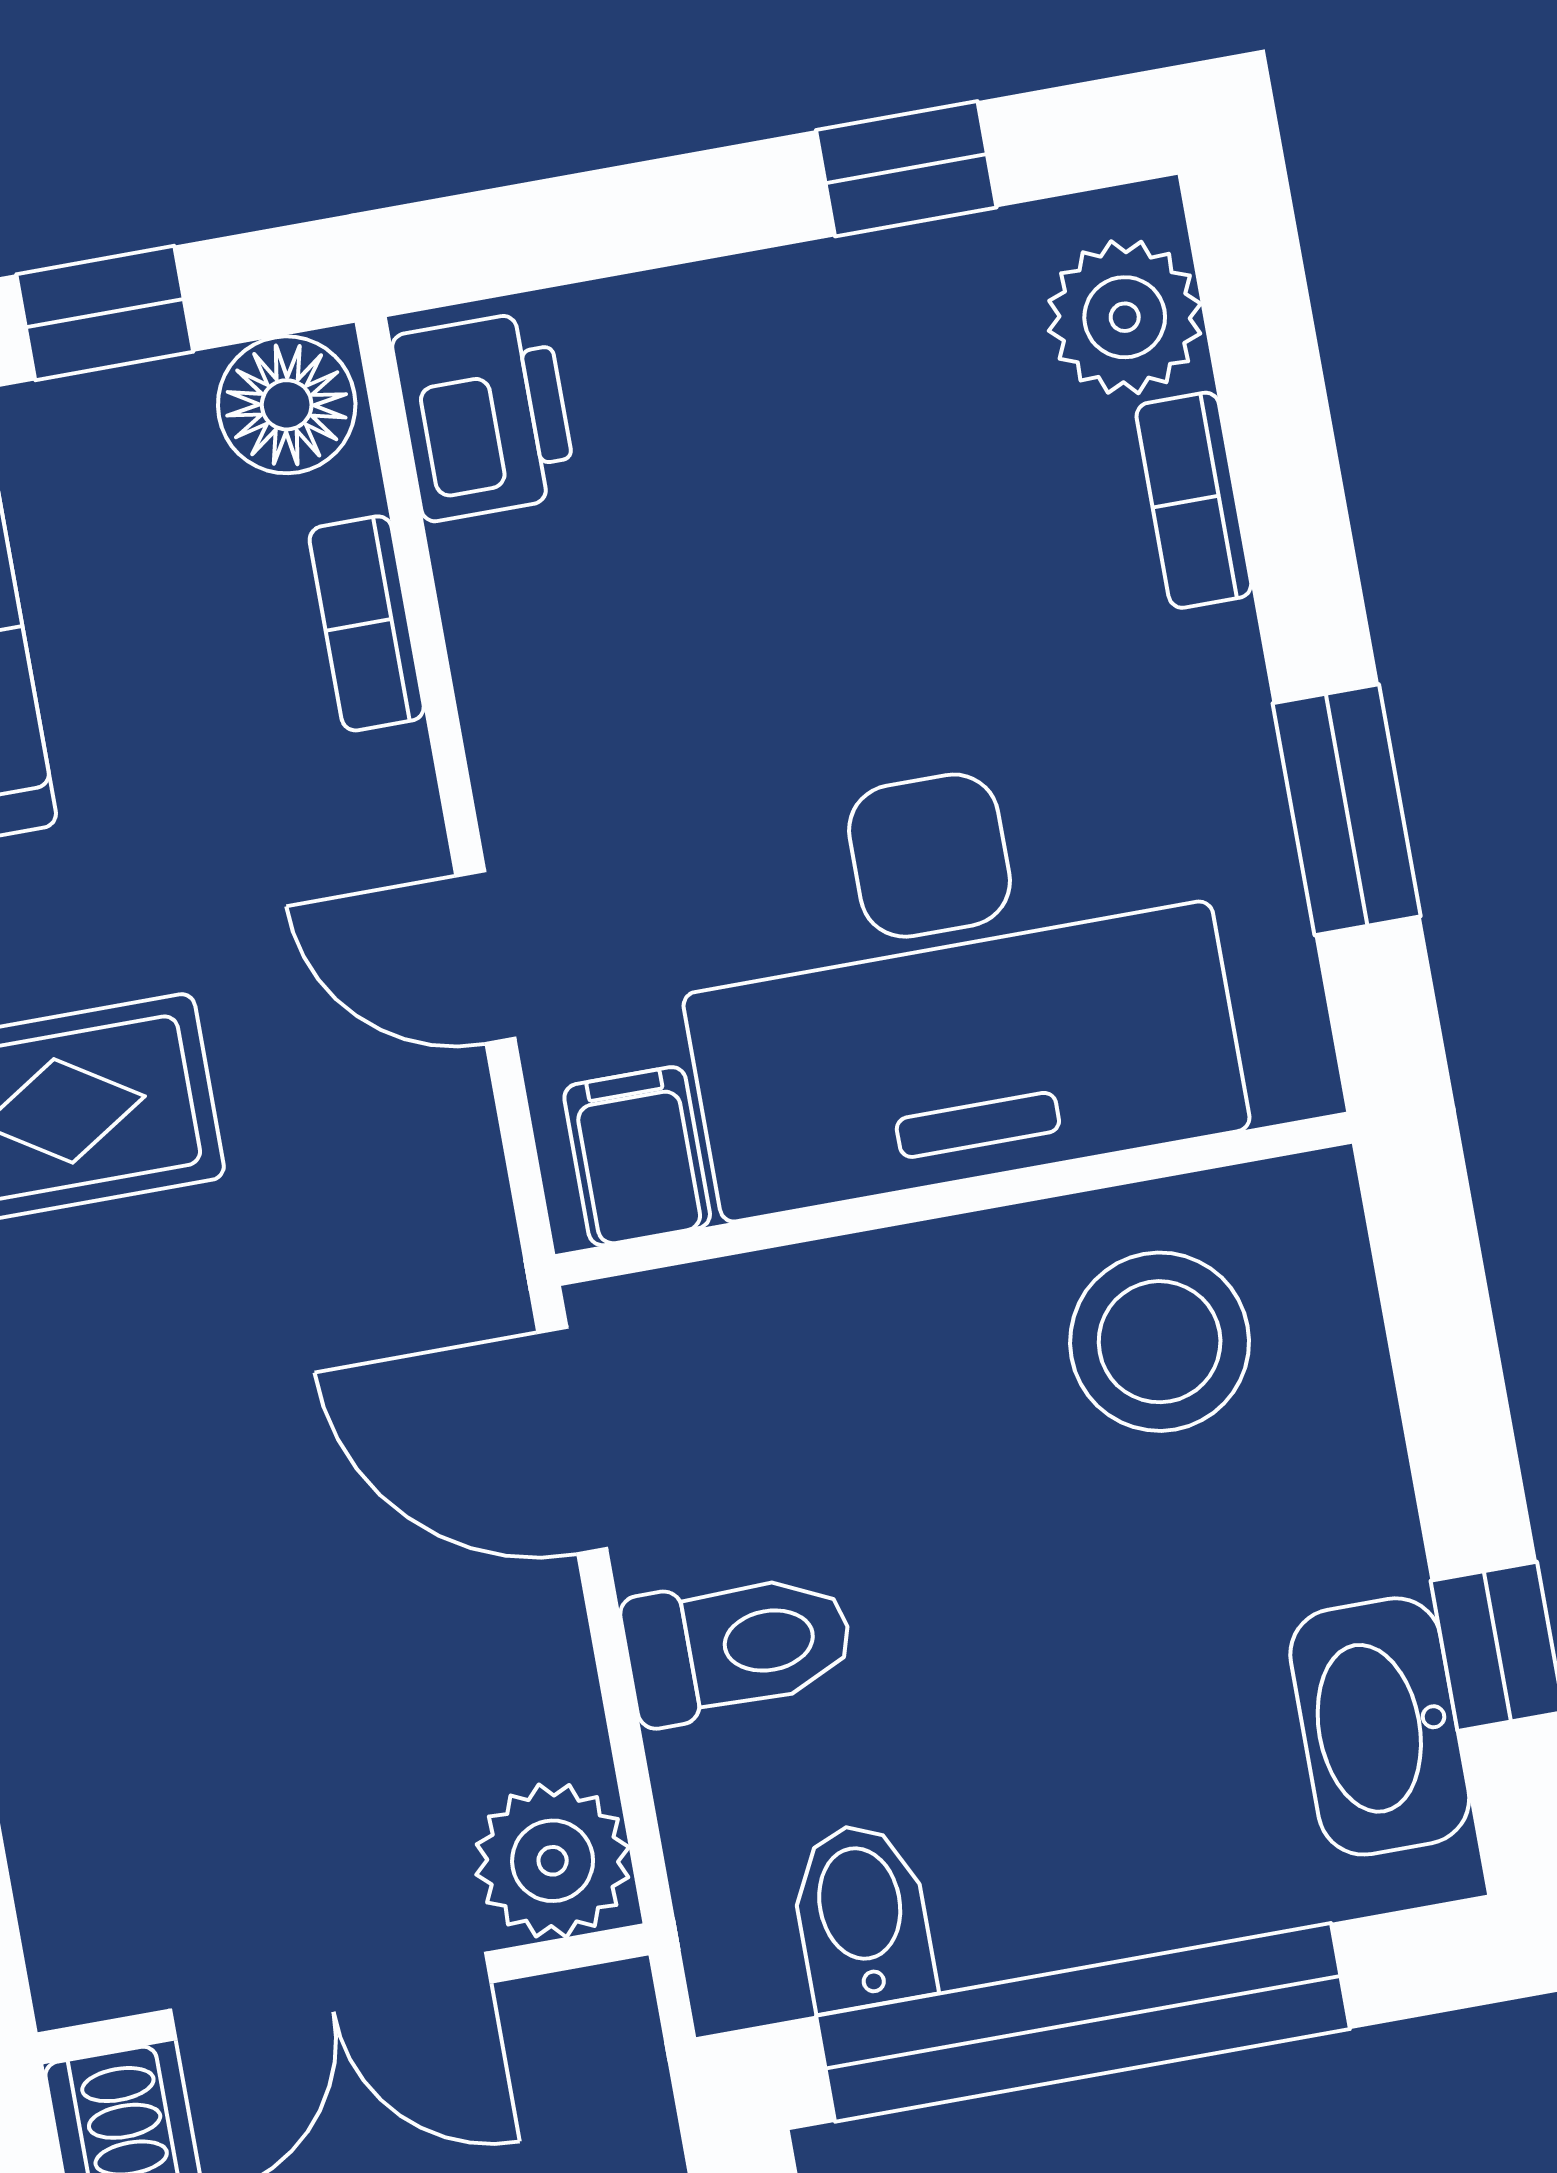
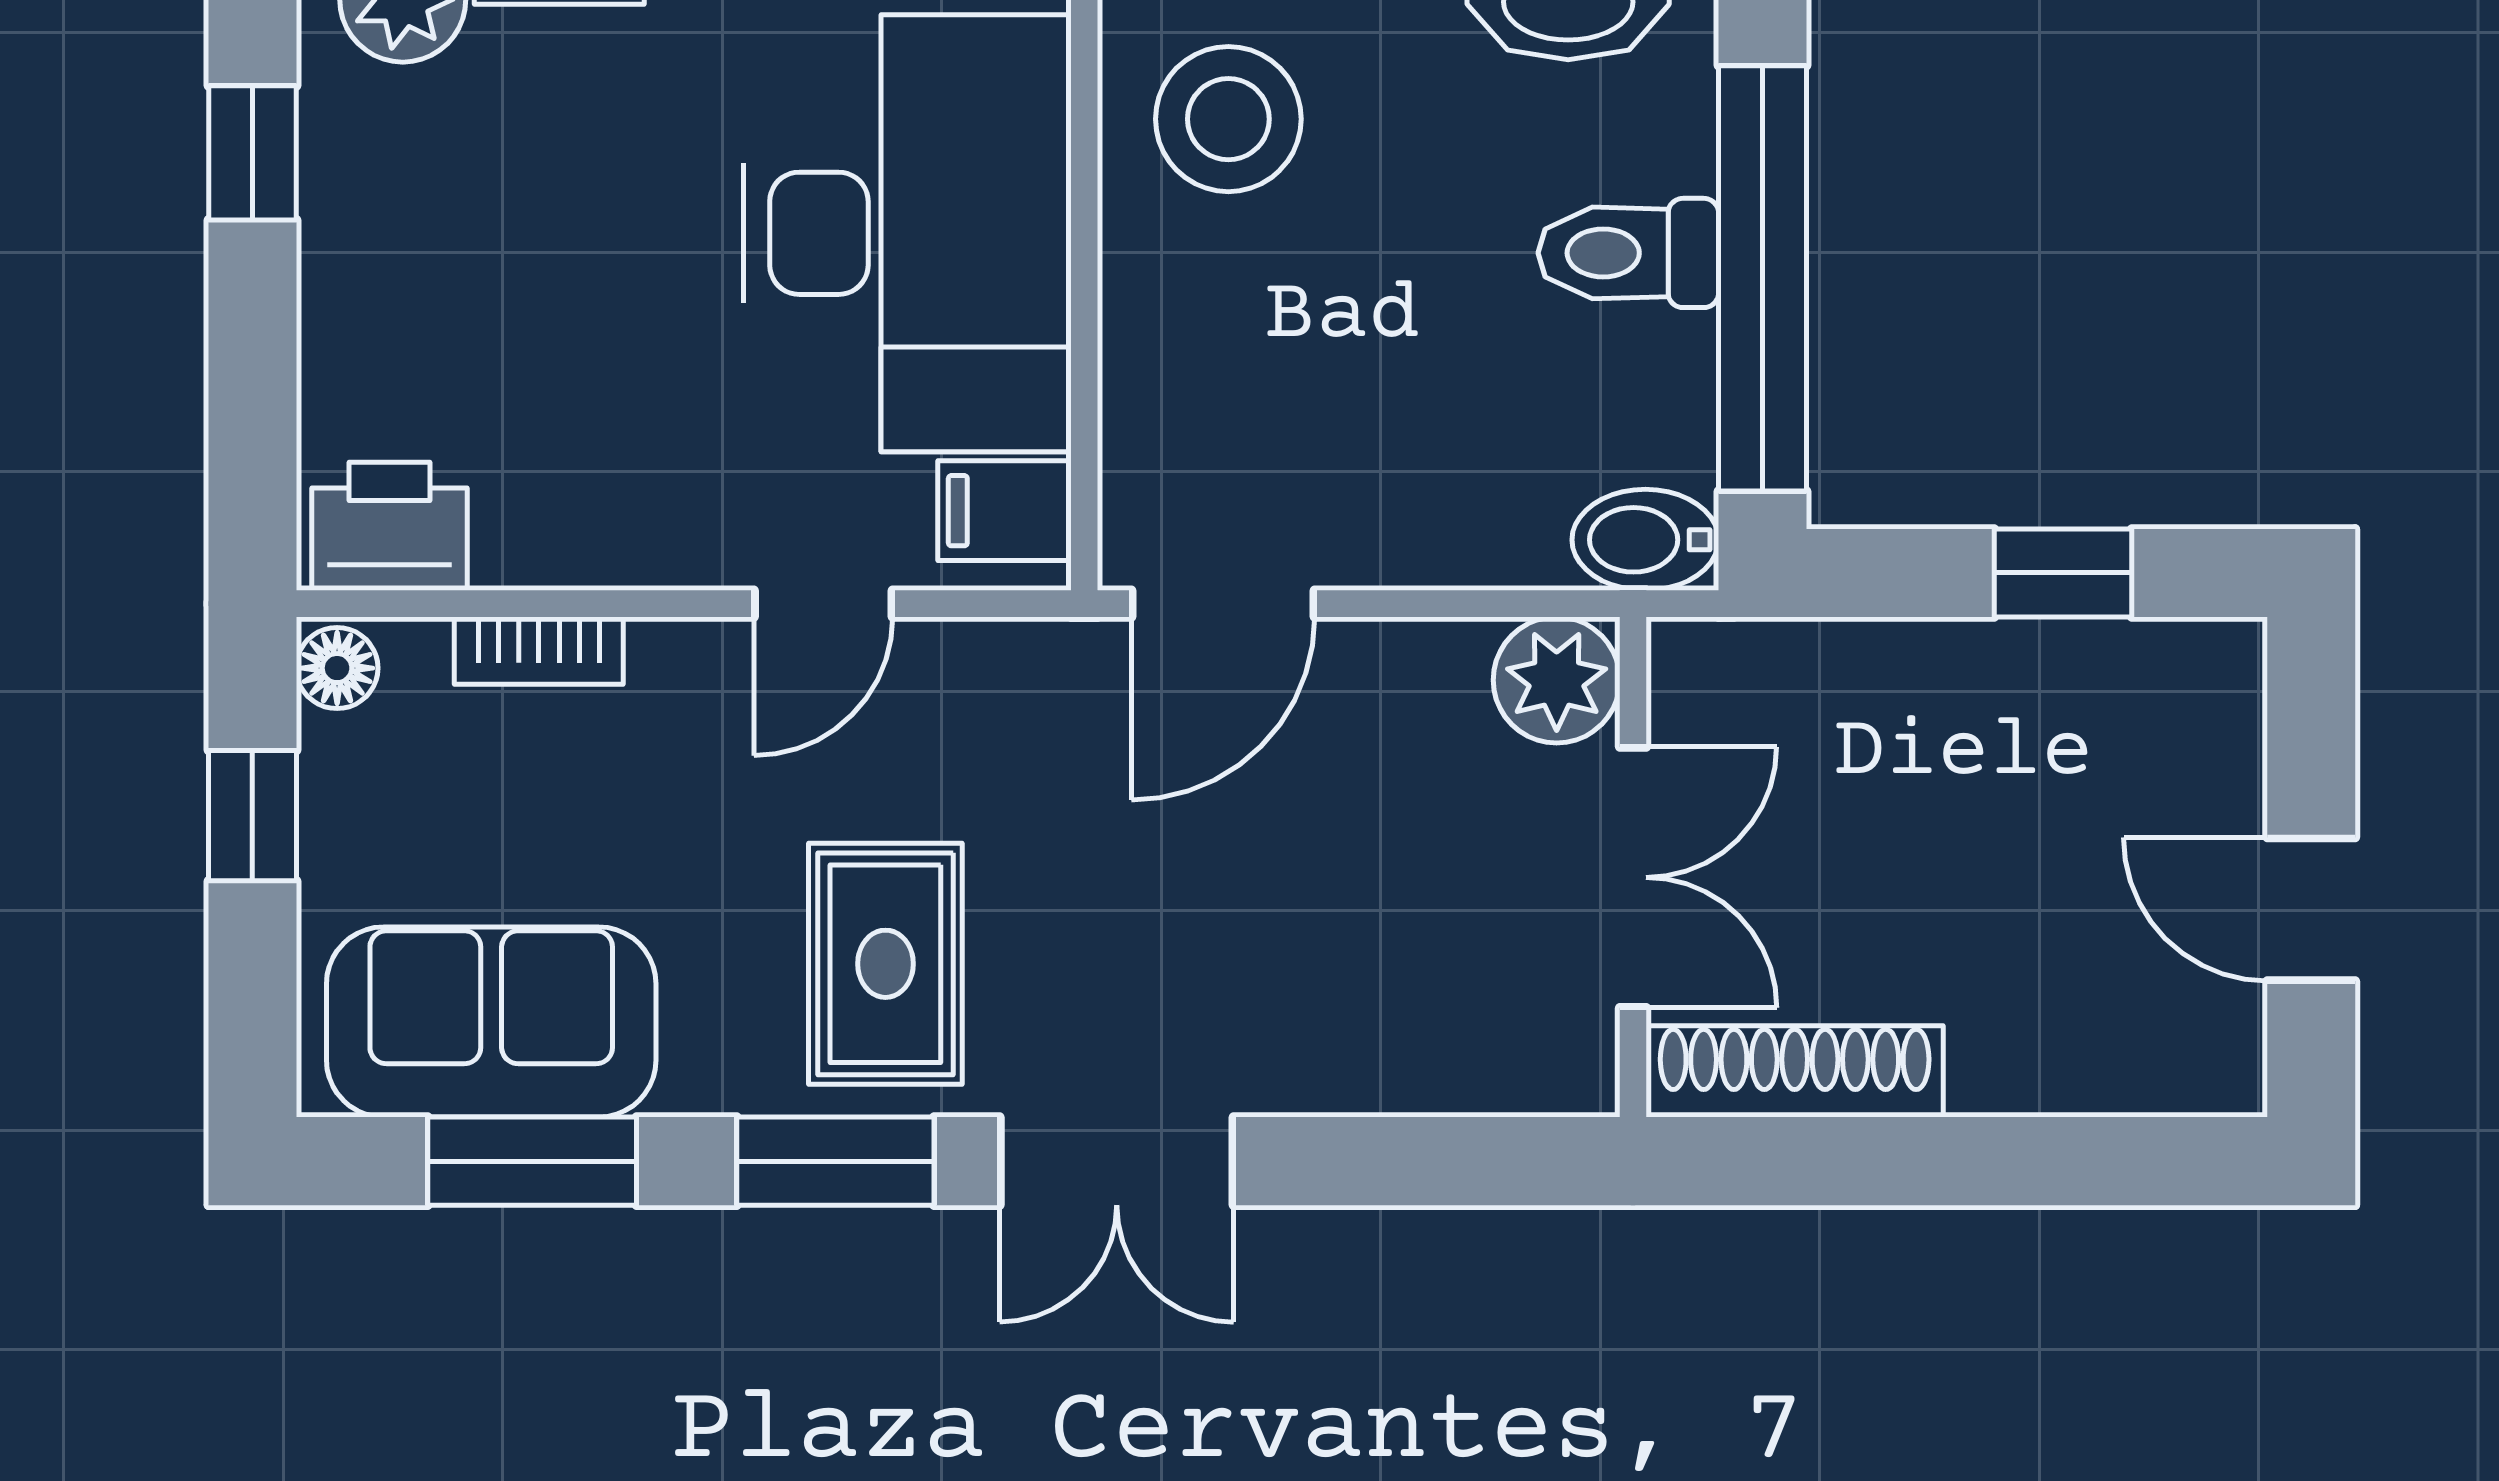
floor lamp: (287, 405) -> (337, 668), width x0.73, depth x0.73
toilet: (738, 1646) -> (1628, 253), moved, turned -90
bidet: (862, 1916) -> (1645, 540), moved

